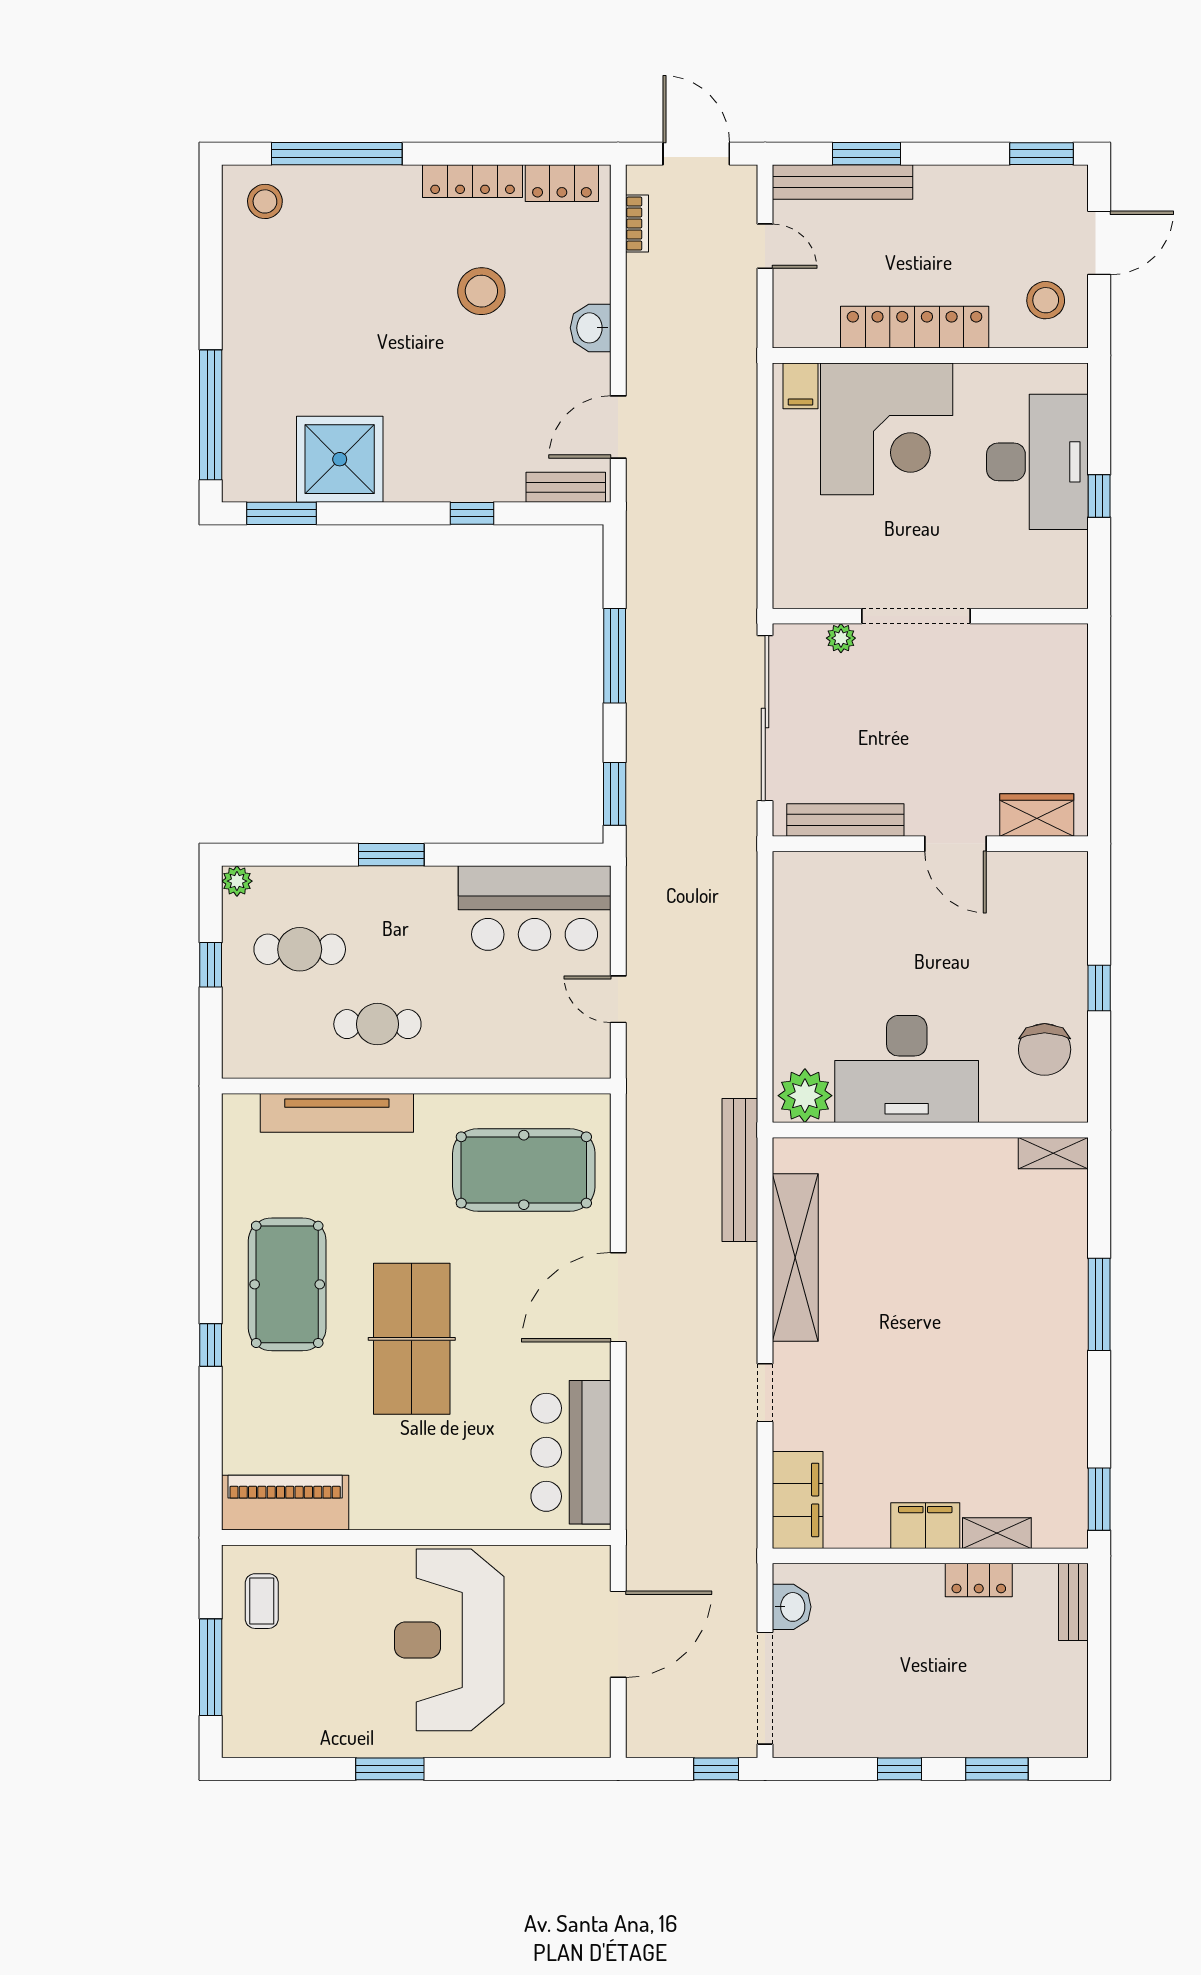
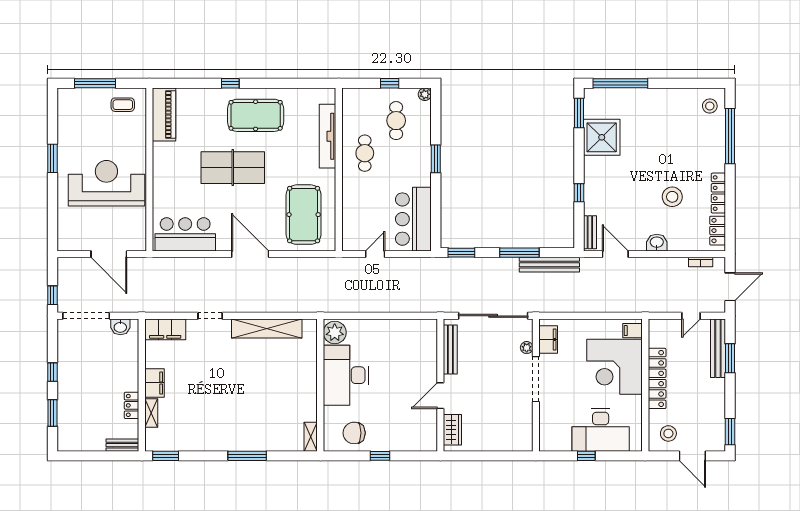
filing cabinet: (822, 587) -> (548, 340), added
bench: (740, 1170) -> (549, 265), moved

